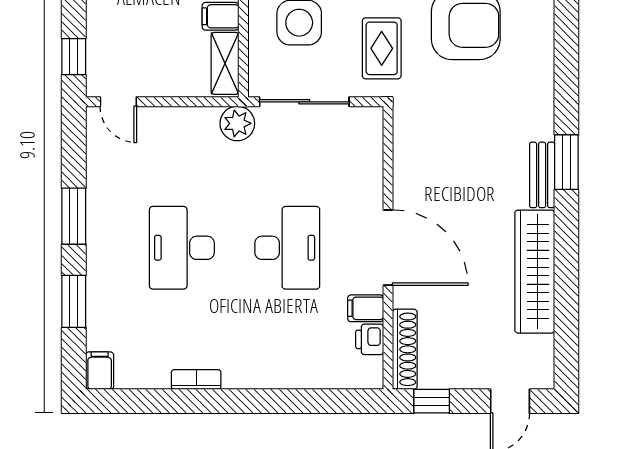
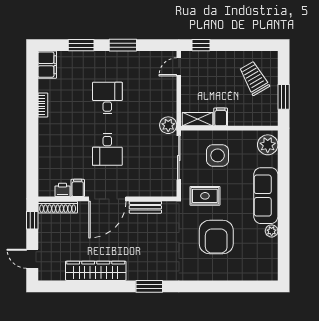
bench: (542, 175) -> (145, 207), moved
desk: (182, 248) -> (107, 98), width x0.73
desk: (287, 248) -> (107, 150), width x0.73
filing cabinet: (100, 371) -> (47, 65), width x2.00

